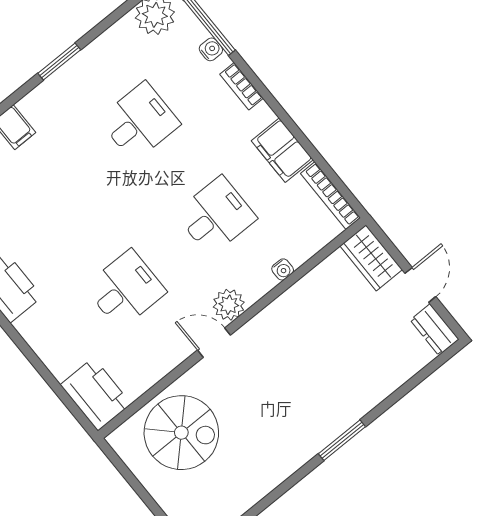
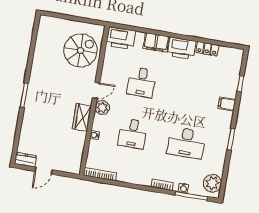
desk: (139, 122) -> (186, 143), width x1.37
filing cabinet: (282, 150) -> (156, 42), moved, turned 180
wardrobe: (371, 258) -> (82, 117), moved, turned -90
door: (420, 285) -> (44, 171), hinge flipped
spiral stairs: (181, 433) -> (80, 50), turned 180

